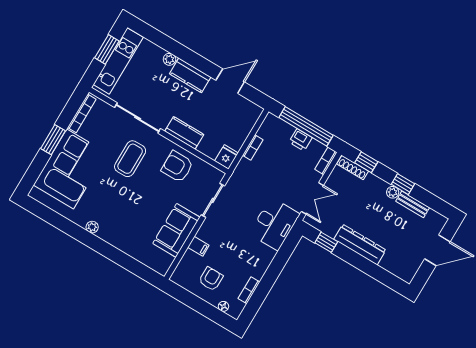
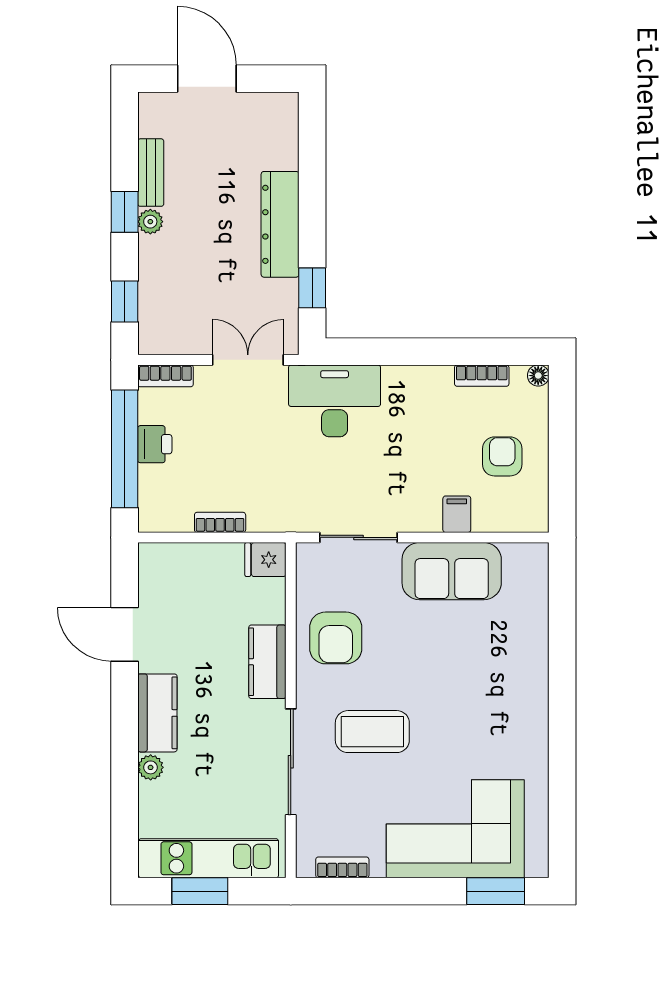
bookcase: (82, 113) -> (342, 867), width x0.64
window: (53, 140) -> (496, 891), moved
shoe rack: (353, 168) -> (149, 320), removed
plant: (92, 227) -> (536, 727), removed
armchair: (211, 279) -> (502, 456), turned 90
floor lamp: (223, 306) -> (538, 376), moved

